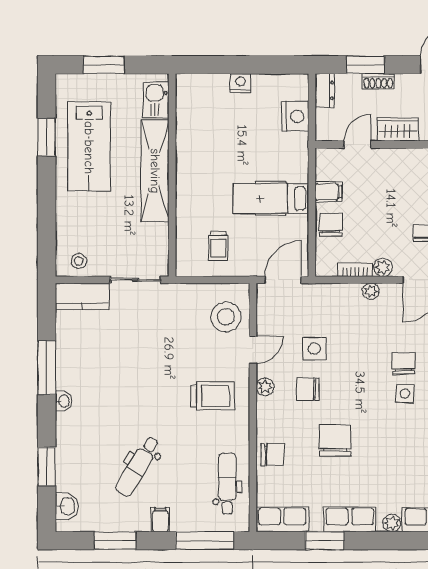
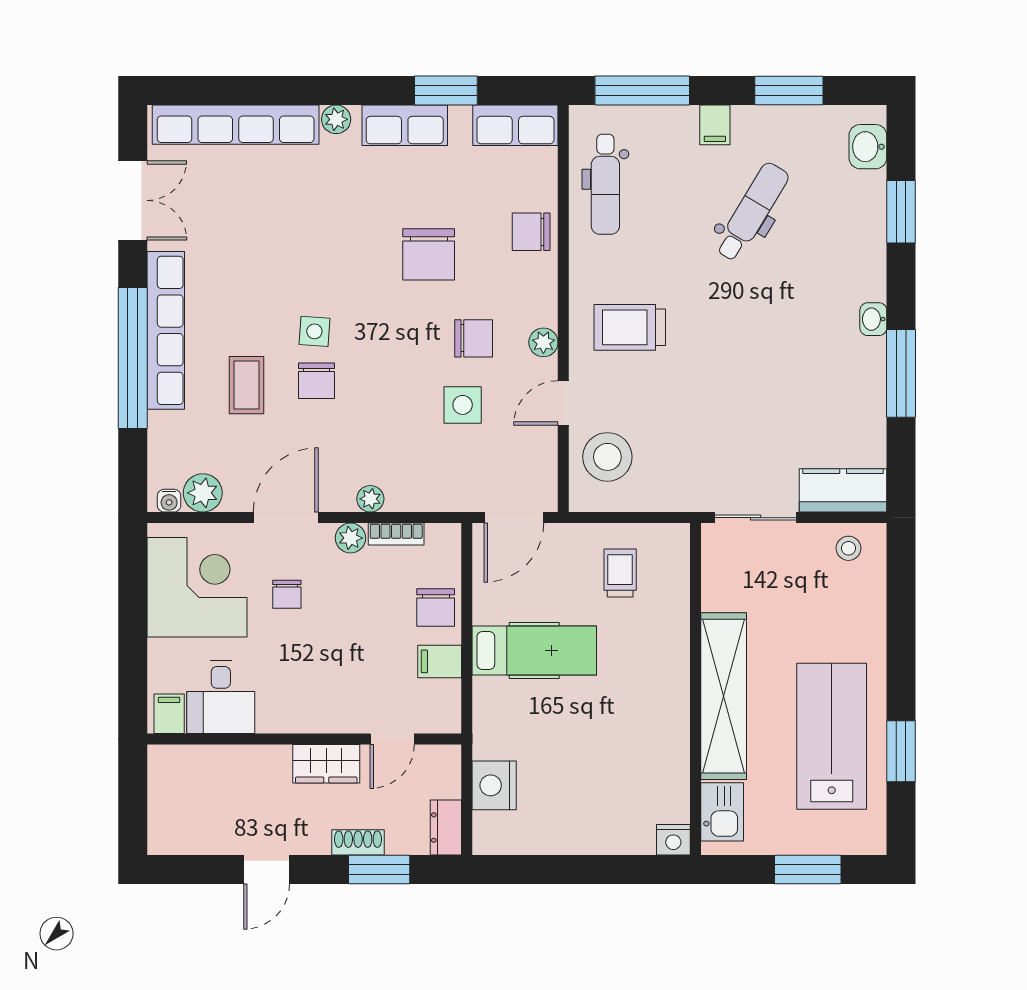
nightstand: (241, 83) -> (673, 840), moved

